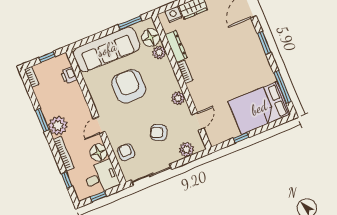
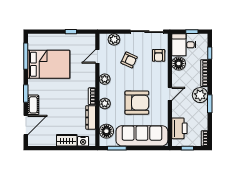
cot: (250, 33) -> (33, 105), added
plant: (159, 52) -> (105, 104), moved
printer: (69, 75) -> (179, 128), width x1.87, depth x1.48
armchair: (129, 86) -> (137, 103), turned -90
bed: (259, 108) -> (49, 64), moved
door: (99, 125) -> (170, 94), moved

